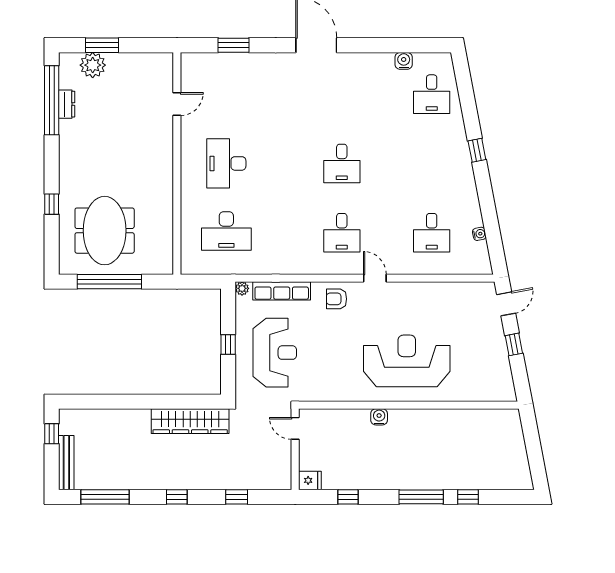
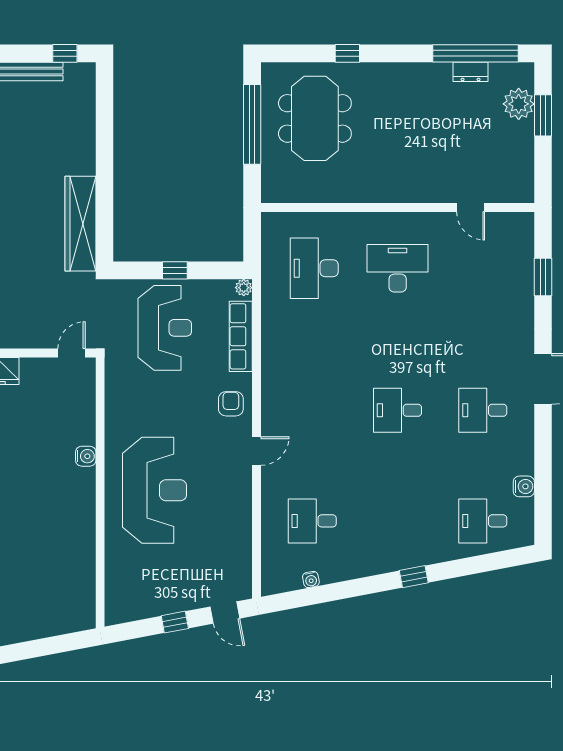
meeting table: (105, 231) -> (315, 118), turned 90
desk: (342, 233) -> (483, 410), moved
reception desk: (275, 353) -> (165, 328), turned -90

